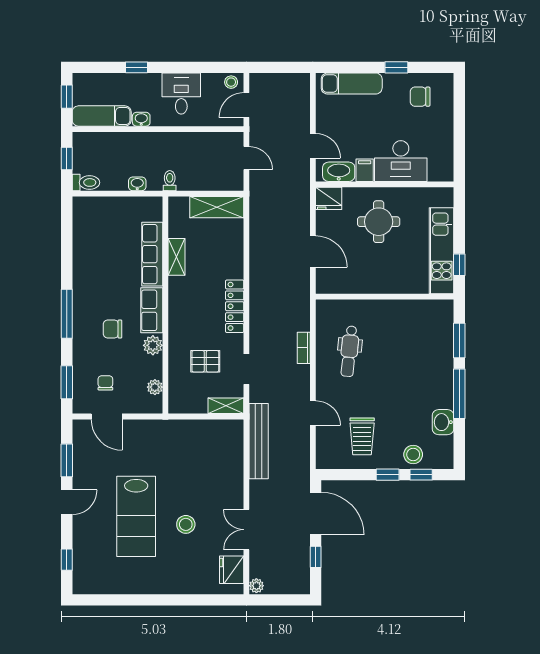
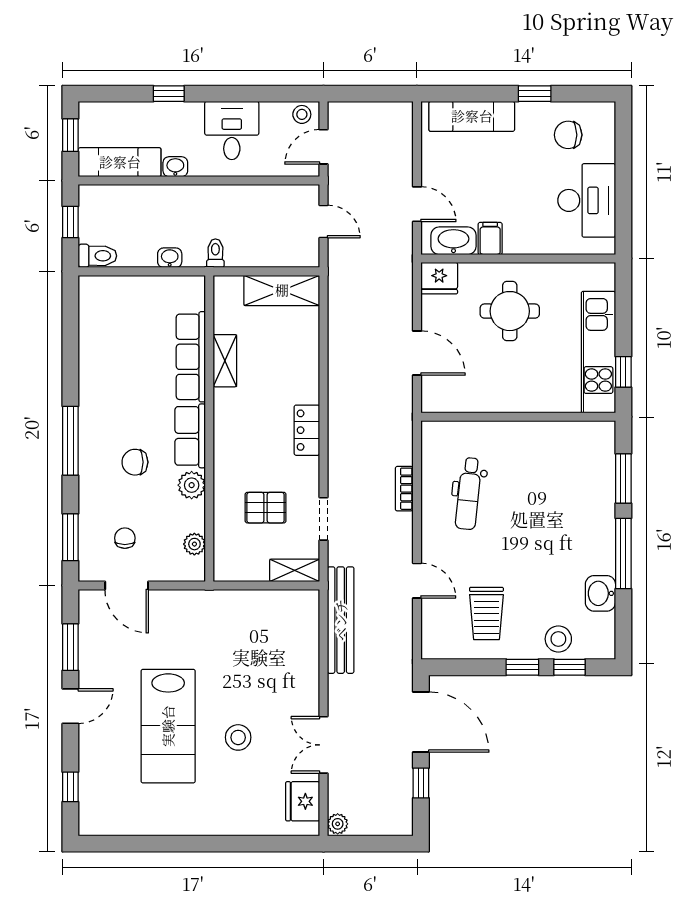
desk: (401, 161) -> (587, 200), moved, turned -90
locker: (235, 306) -> (307, 430), width x0.66

